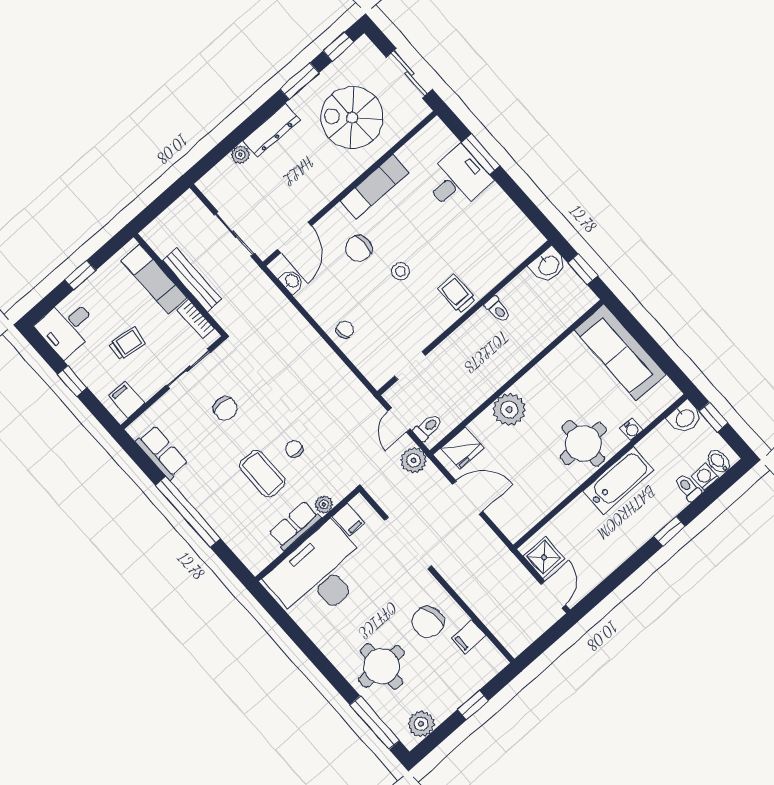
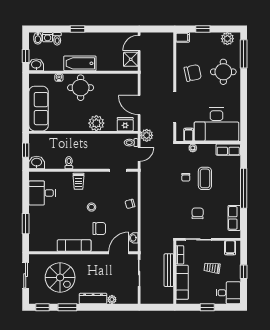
desk: (457, 179) -> (42, 193), moved
row of seats: (295, 526) -> (228, 150), moved
filing cabinet: (469, 637) -> (183, 37), moved

